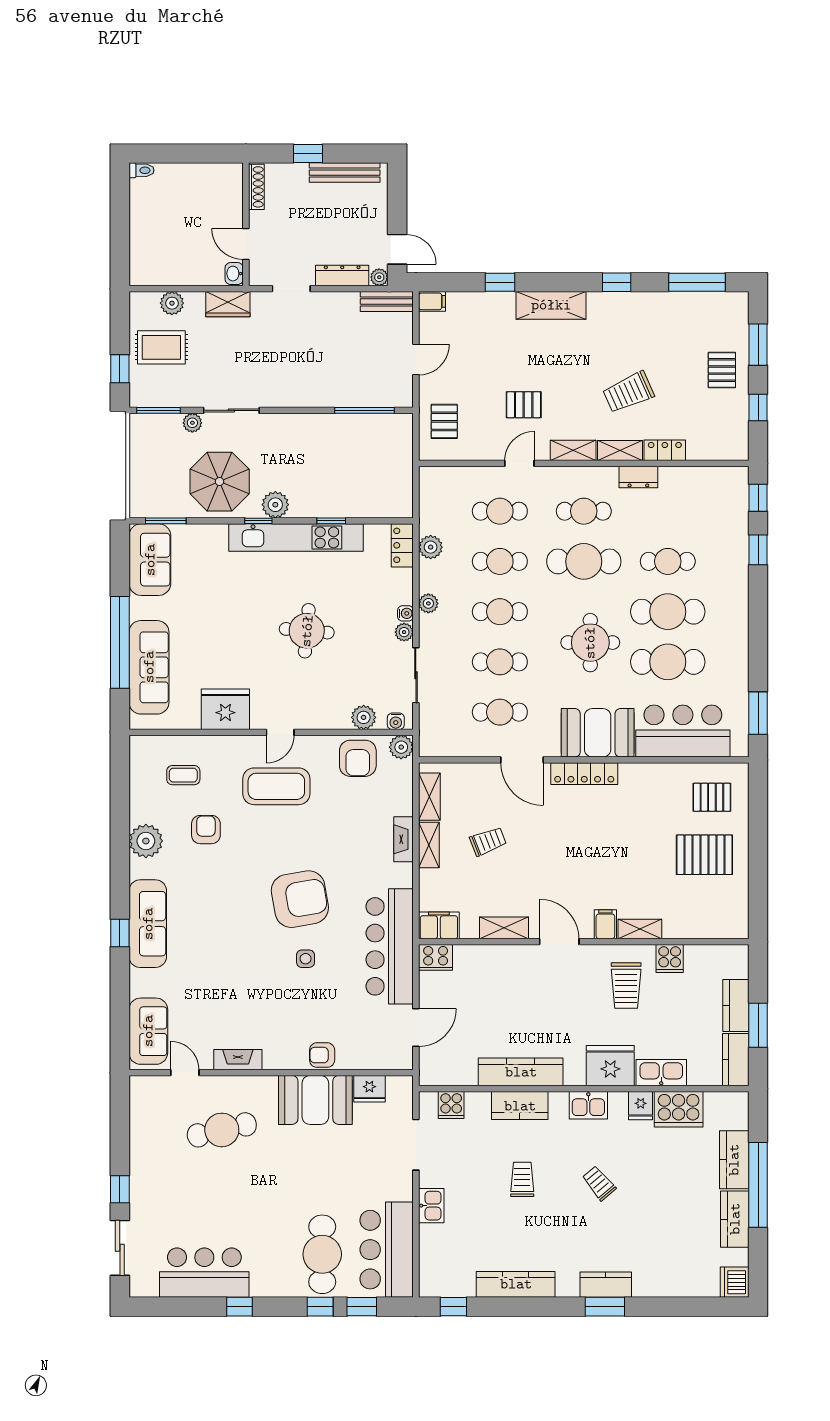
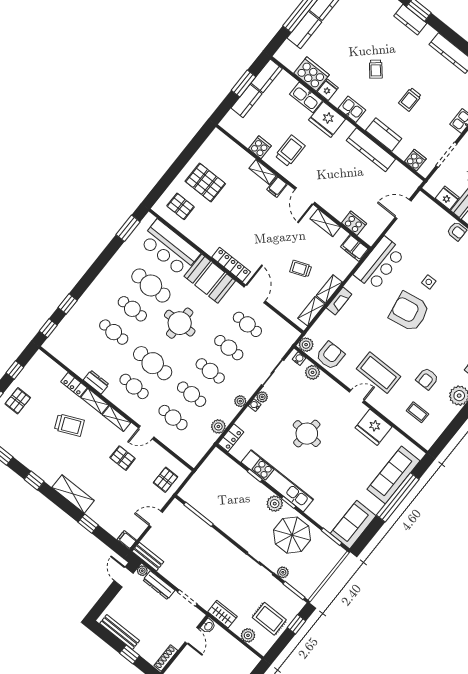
cafe table: (668, 612) -> (132, 309), width x0.73, depth x0.74
bar counter: (390, 946) -> (379, 264), width x0.73
cooker: (436, 957) -> (354, 223), moved

